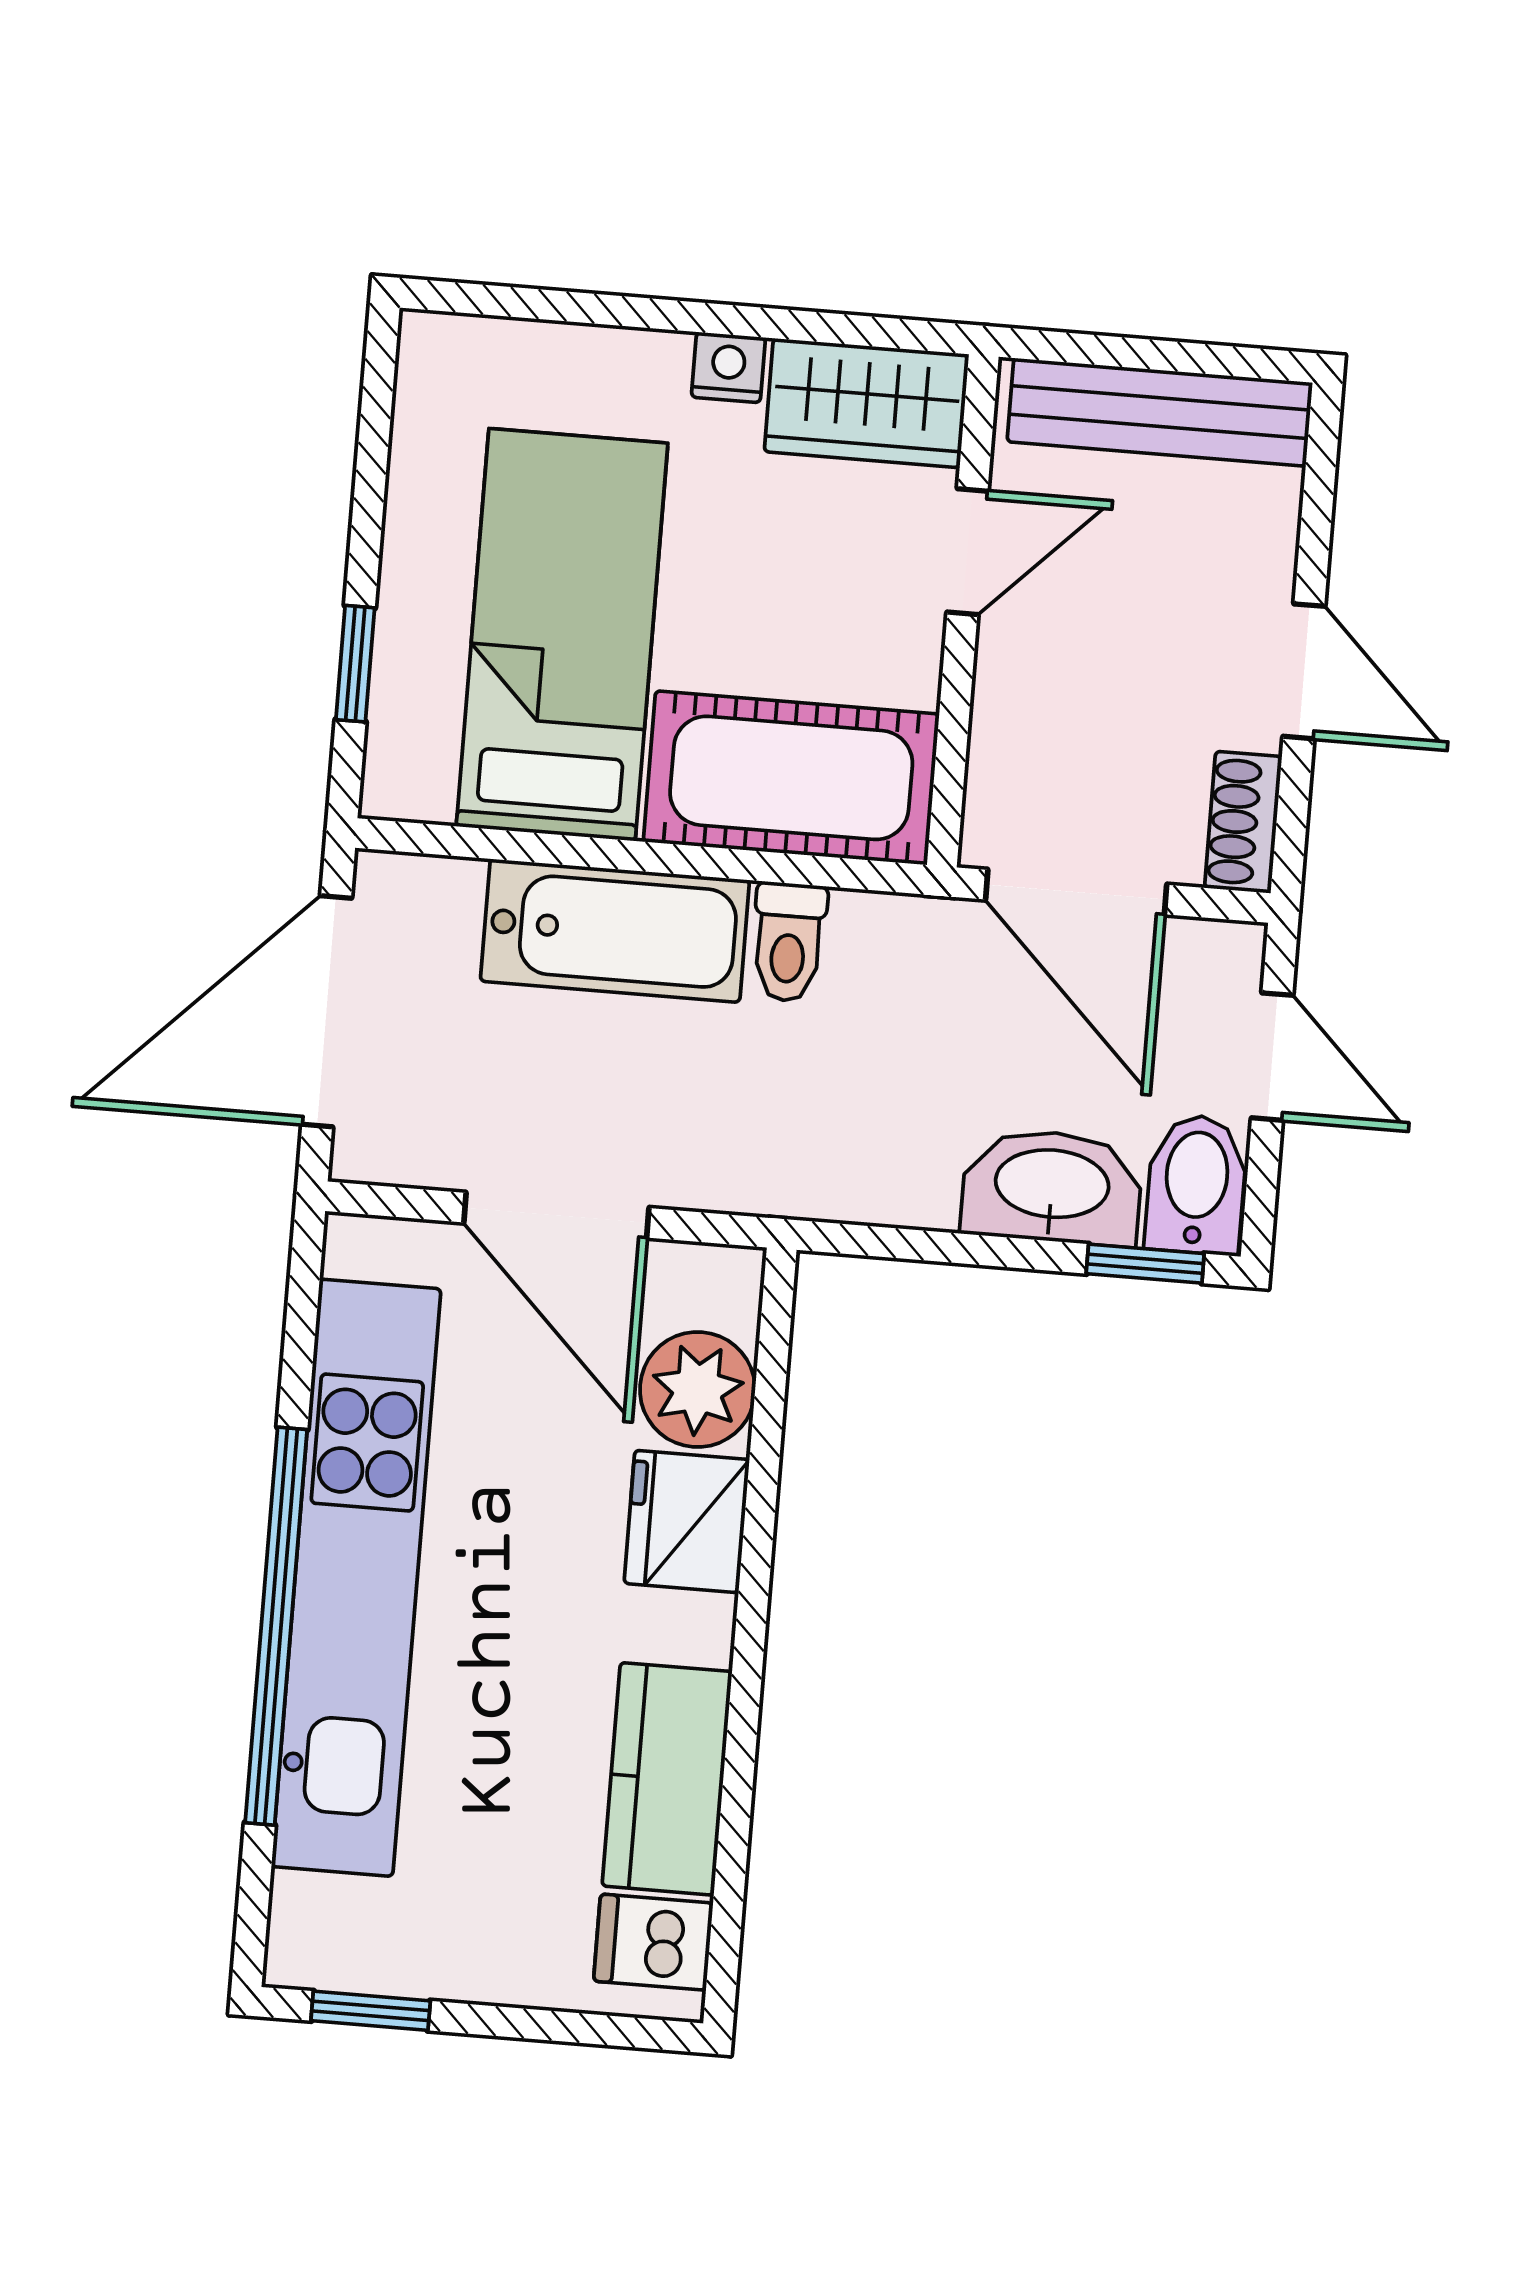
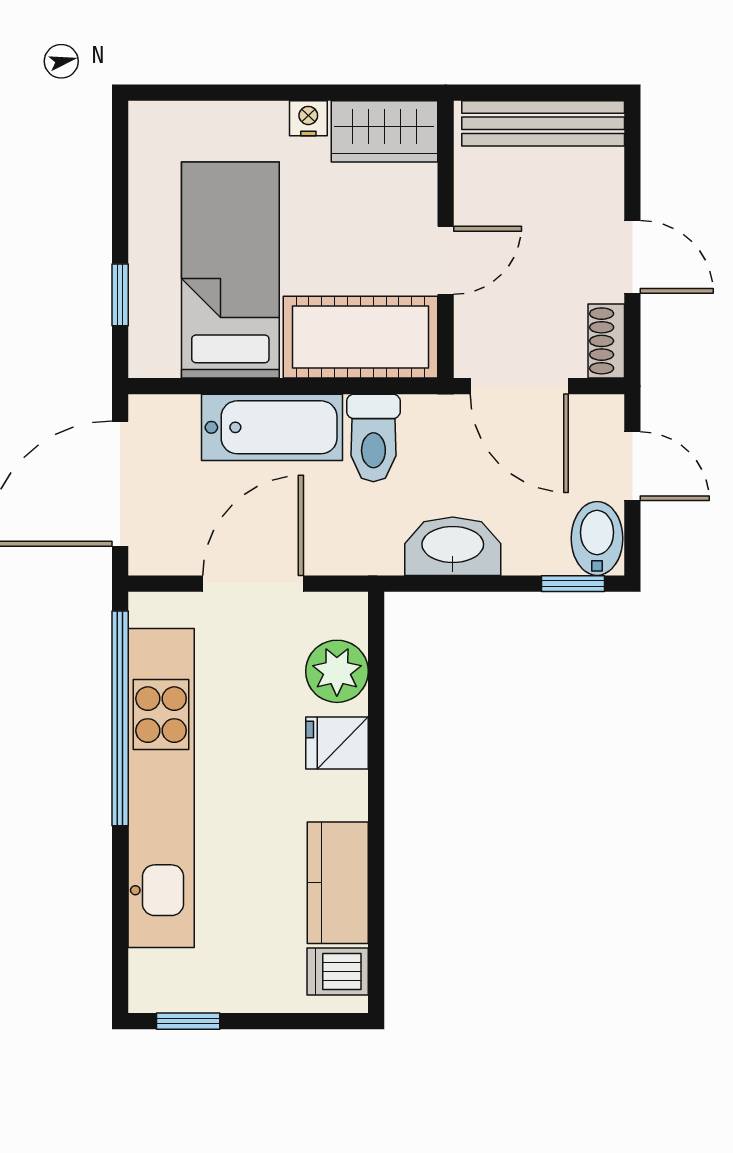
door: (968, 552) -> (446, 260), moved
toilet: (789, 942) -> (373, 438), width x1.37, depth x1.39
washbasin: (1052, 1187) -> (453, 546), moved
door: (556, 1215) -> (253, 584), swing flipped
fridge: (687, 1521) -> (337, 743), width x0.72
window: (276, 1626) -> (120, 718), moved

